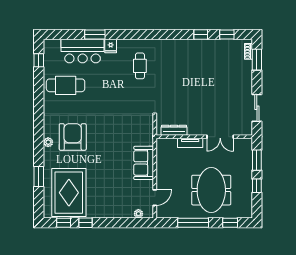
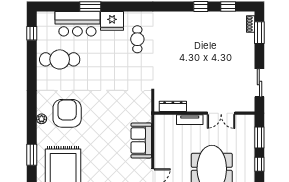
fridge: (111, 46) -> (112, 21), width x1.88, depth x1.34

